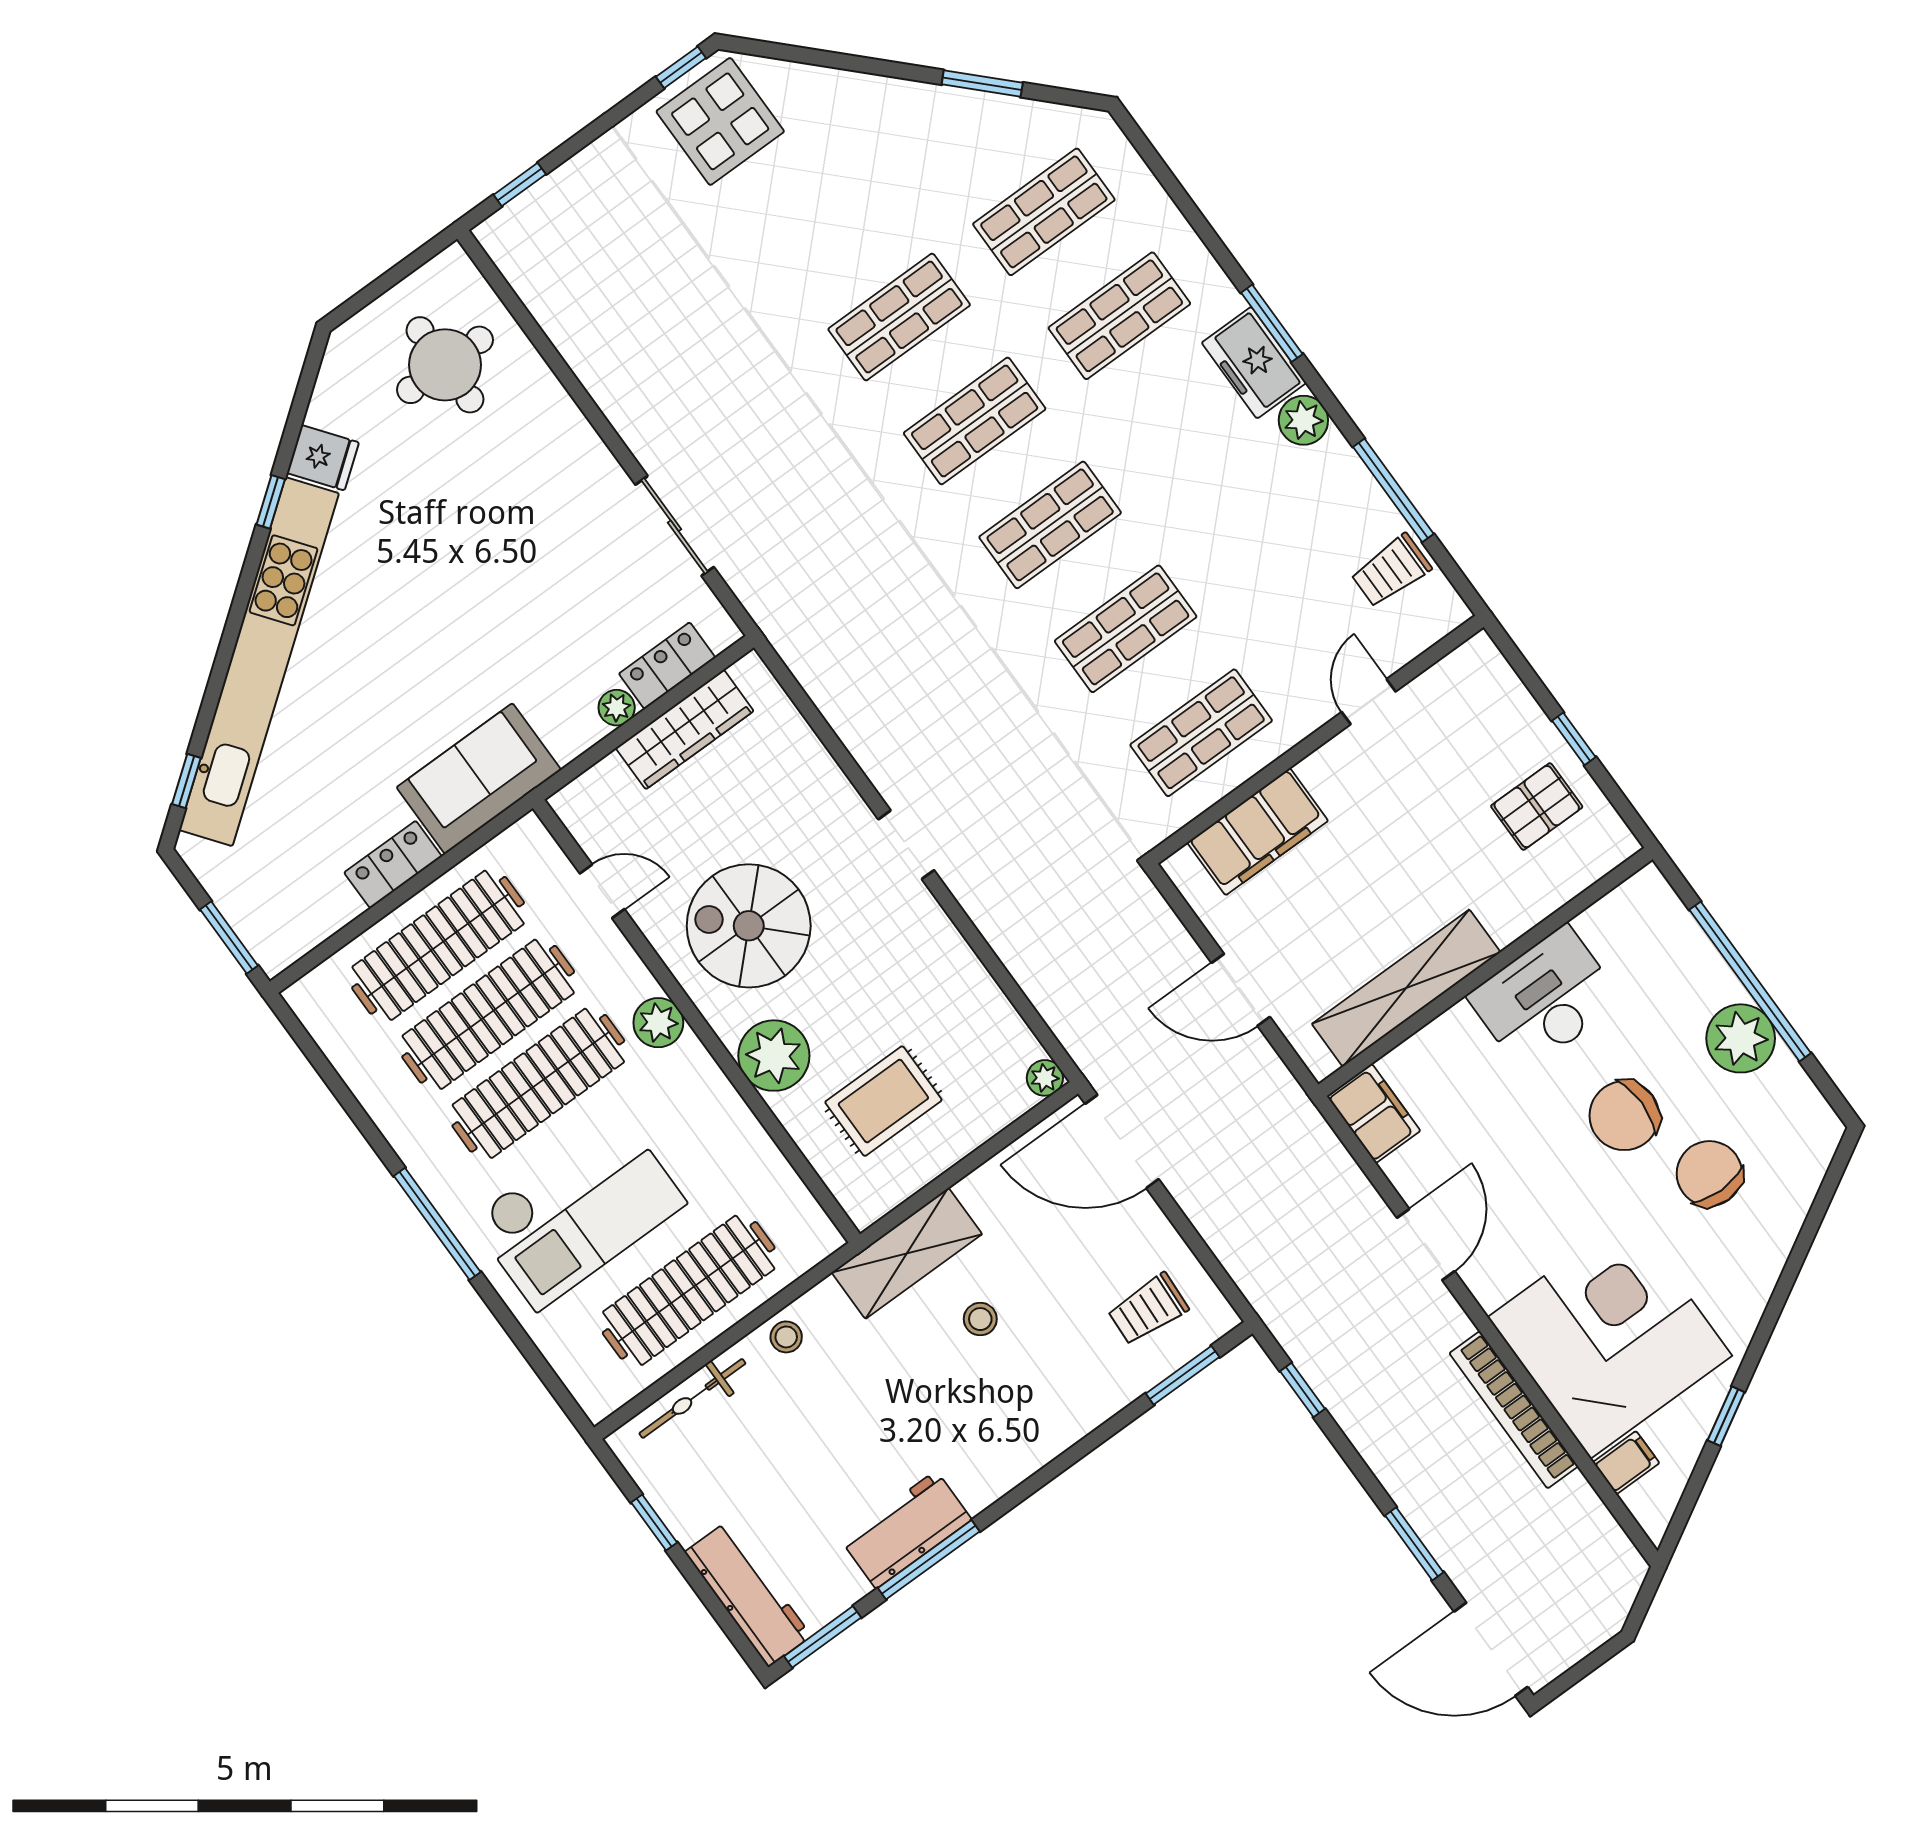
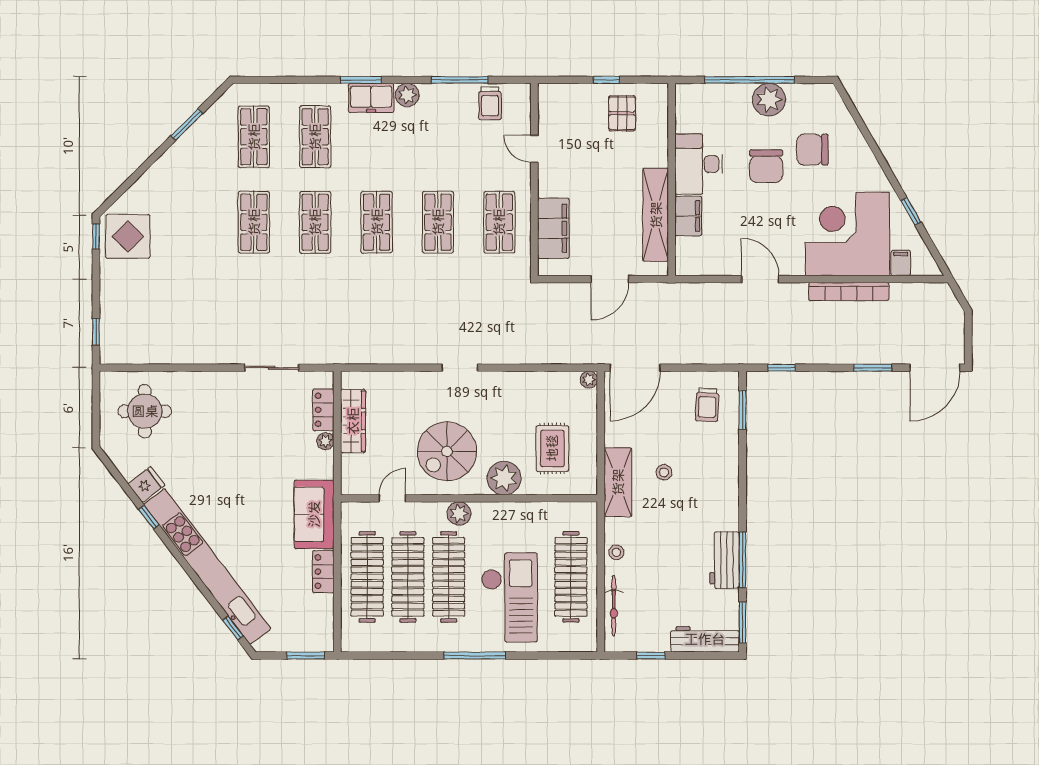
filing cabinet: (1374, 1113) -> (688, 216), moved, turned 90

